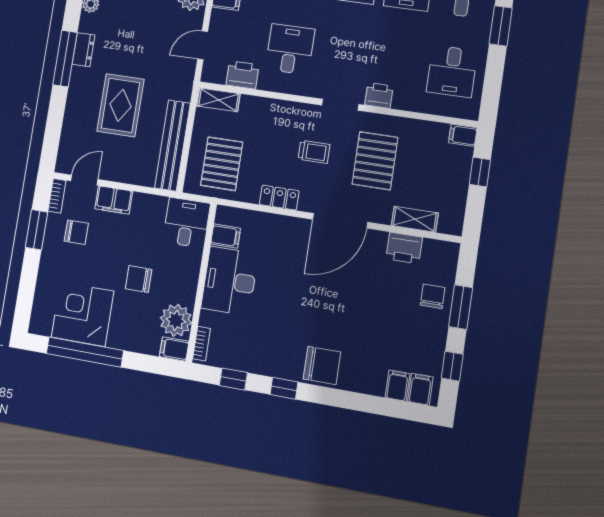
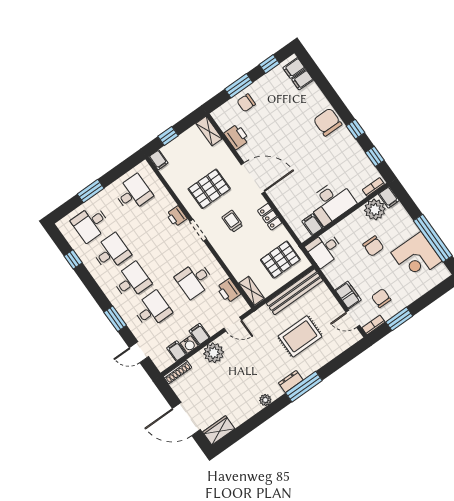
shelving: (415, 219) -> (209, 131), moved

